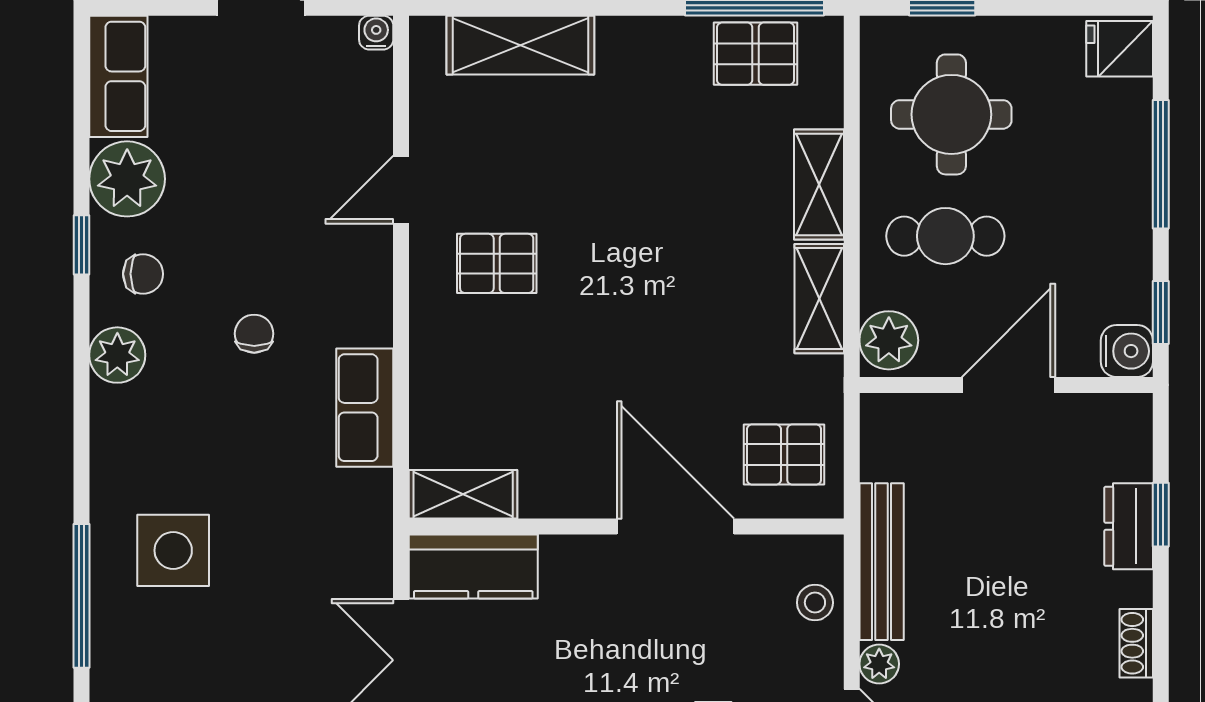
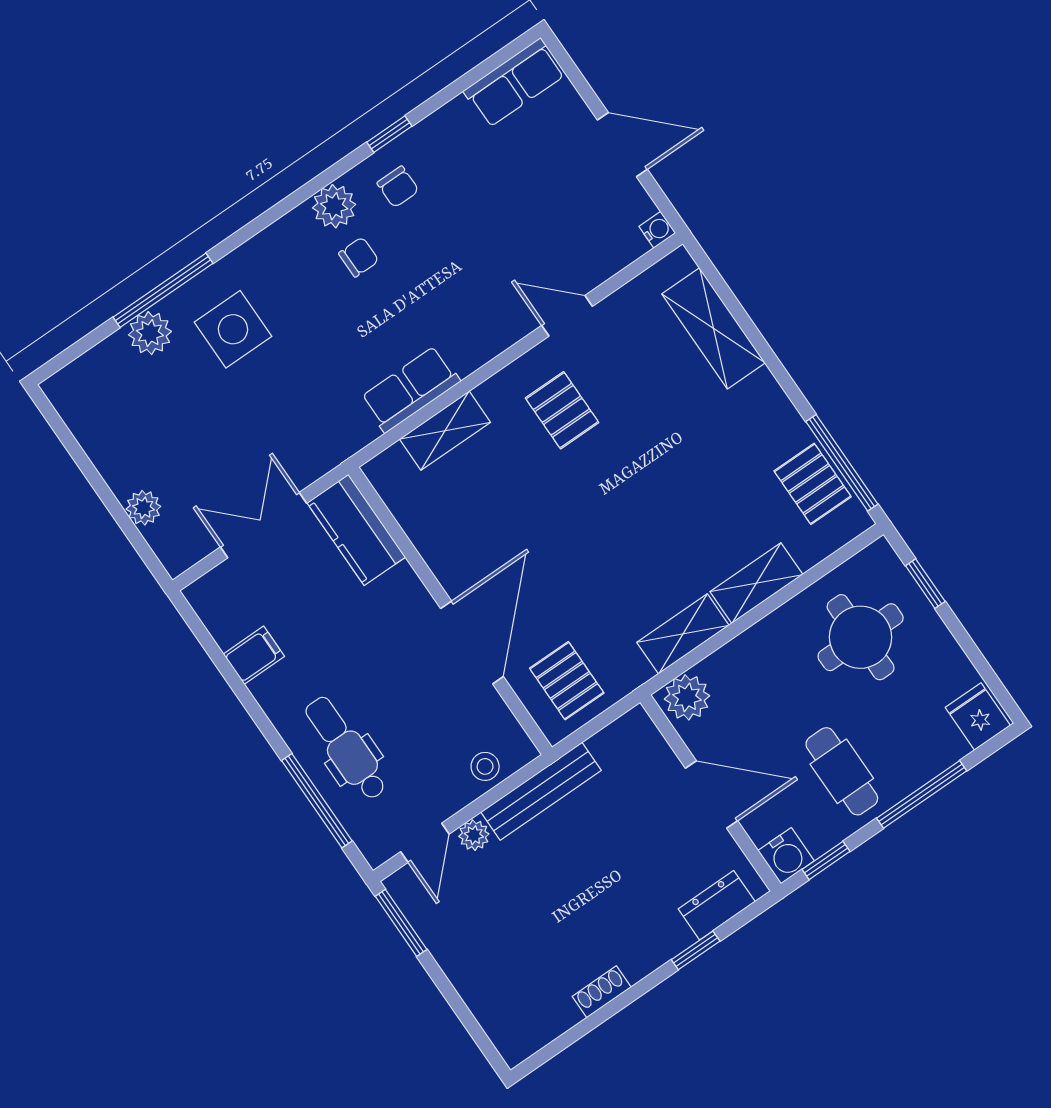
plant: (127, 179) -> (150, 333), moved, width x0.73, depth x0.73
cafe table: (945, 236) -> (842, 771), moved
chair: (254, 334) -> (359, 257), moved
shelving: (463, 494) -> (445, 431), moved, turned 90
dresser: (1129, 526) -> (717, 905), moved

